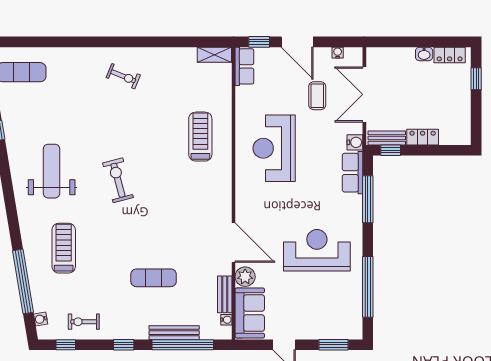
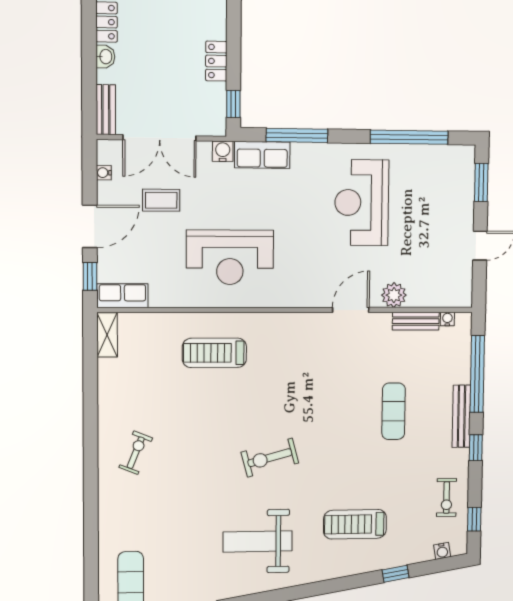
bench: (387, 138) -> (106, 110), moved
door: (234, 243) -> (351, 310), width x0.73
window: (23, 281) -> (396, 574), width x0.32
sofa: (250, 313) -> (440, 289), removed
bench: (174, 333) -> (461, 416), moved

